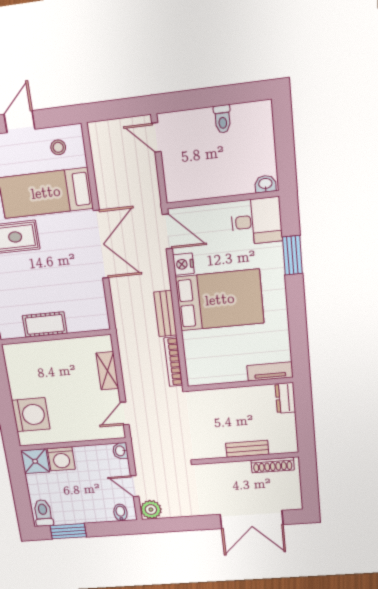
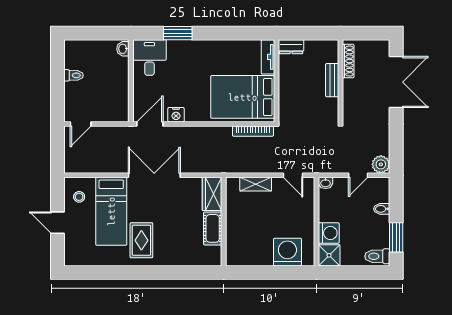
bed: (220, 300) -> (243, 97), moved, turned -90
bench: (165, 314) -> (213, 133), removed
wardrobe: (88, 320) -> (212, 194), added
bidet: (120, 513) -> (382, 209), moved

